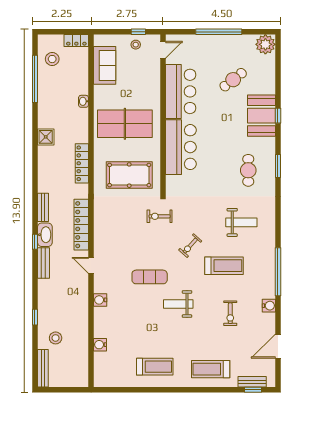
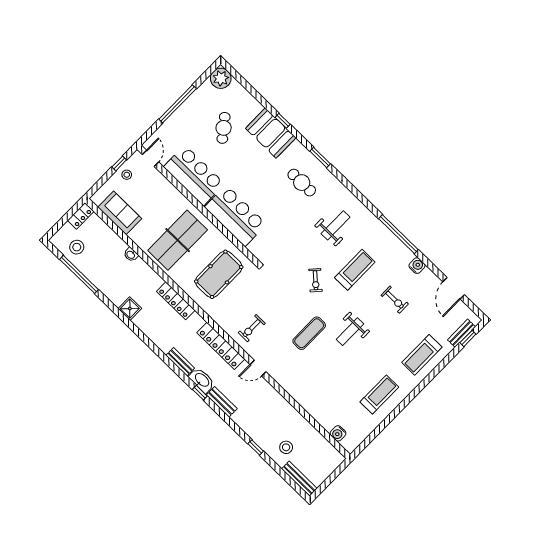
exercise bike: (160, 216) -> (252, 328), moved
water cooler: (100, 300) -> (290, 387), removed
water cooler: (100, 345) -> (338, 433), moved

